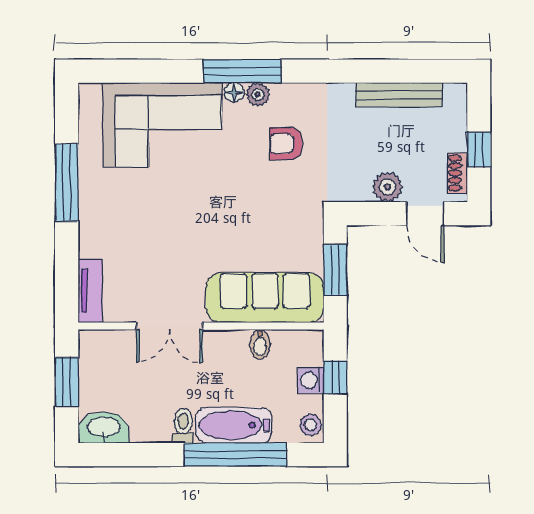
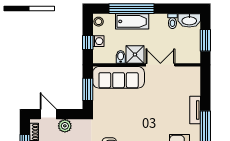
tv unit: (90, 291) -> (195, 110), moved
shower: (228, 350) -> (135, 55), added
toilet: (183, 426) -> (172, 21), moved

